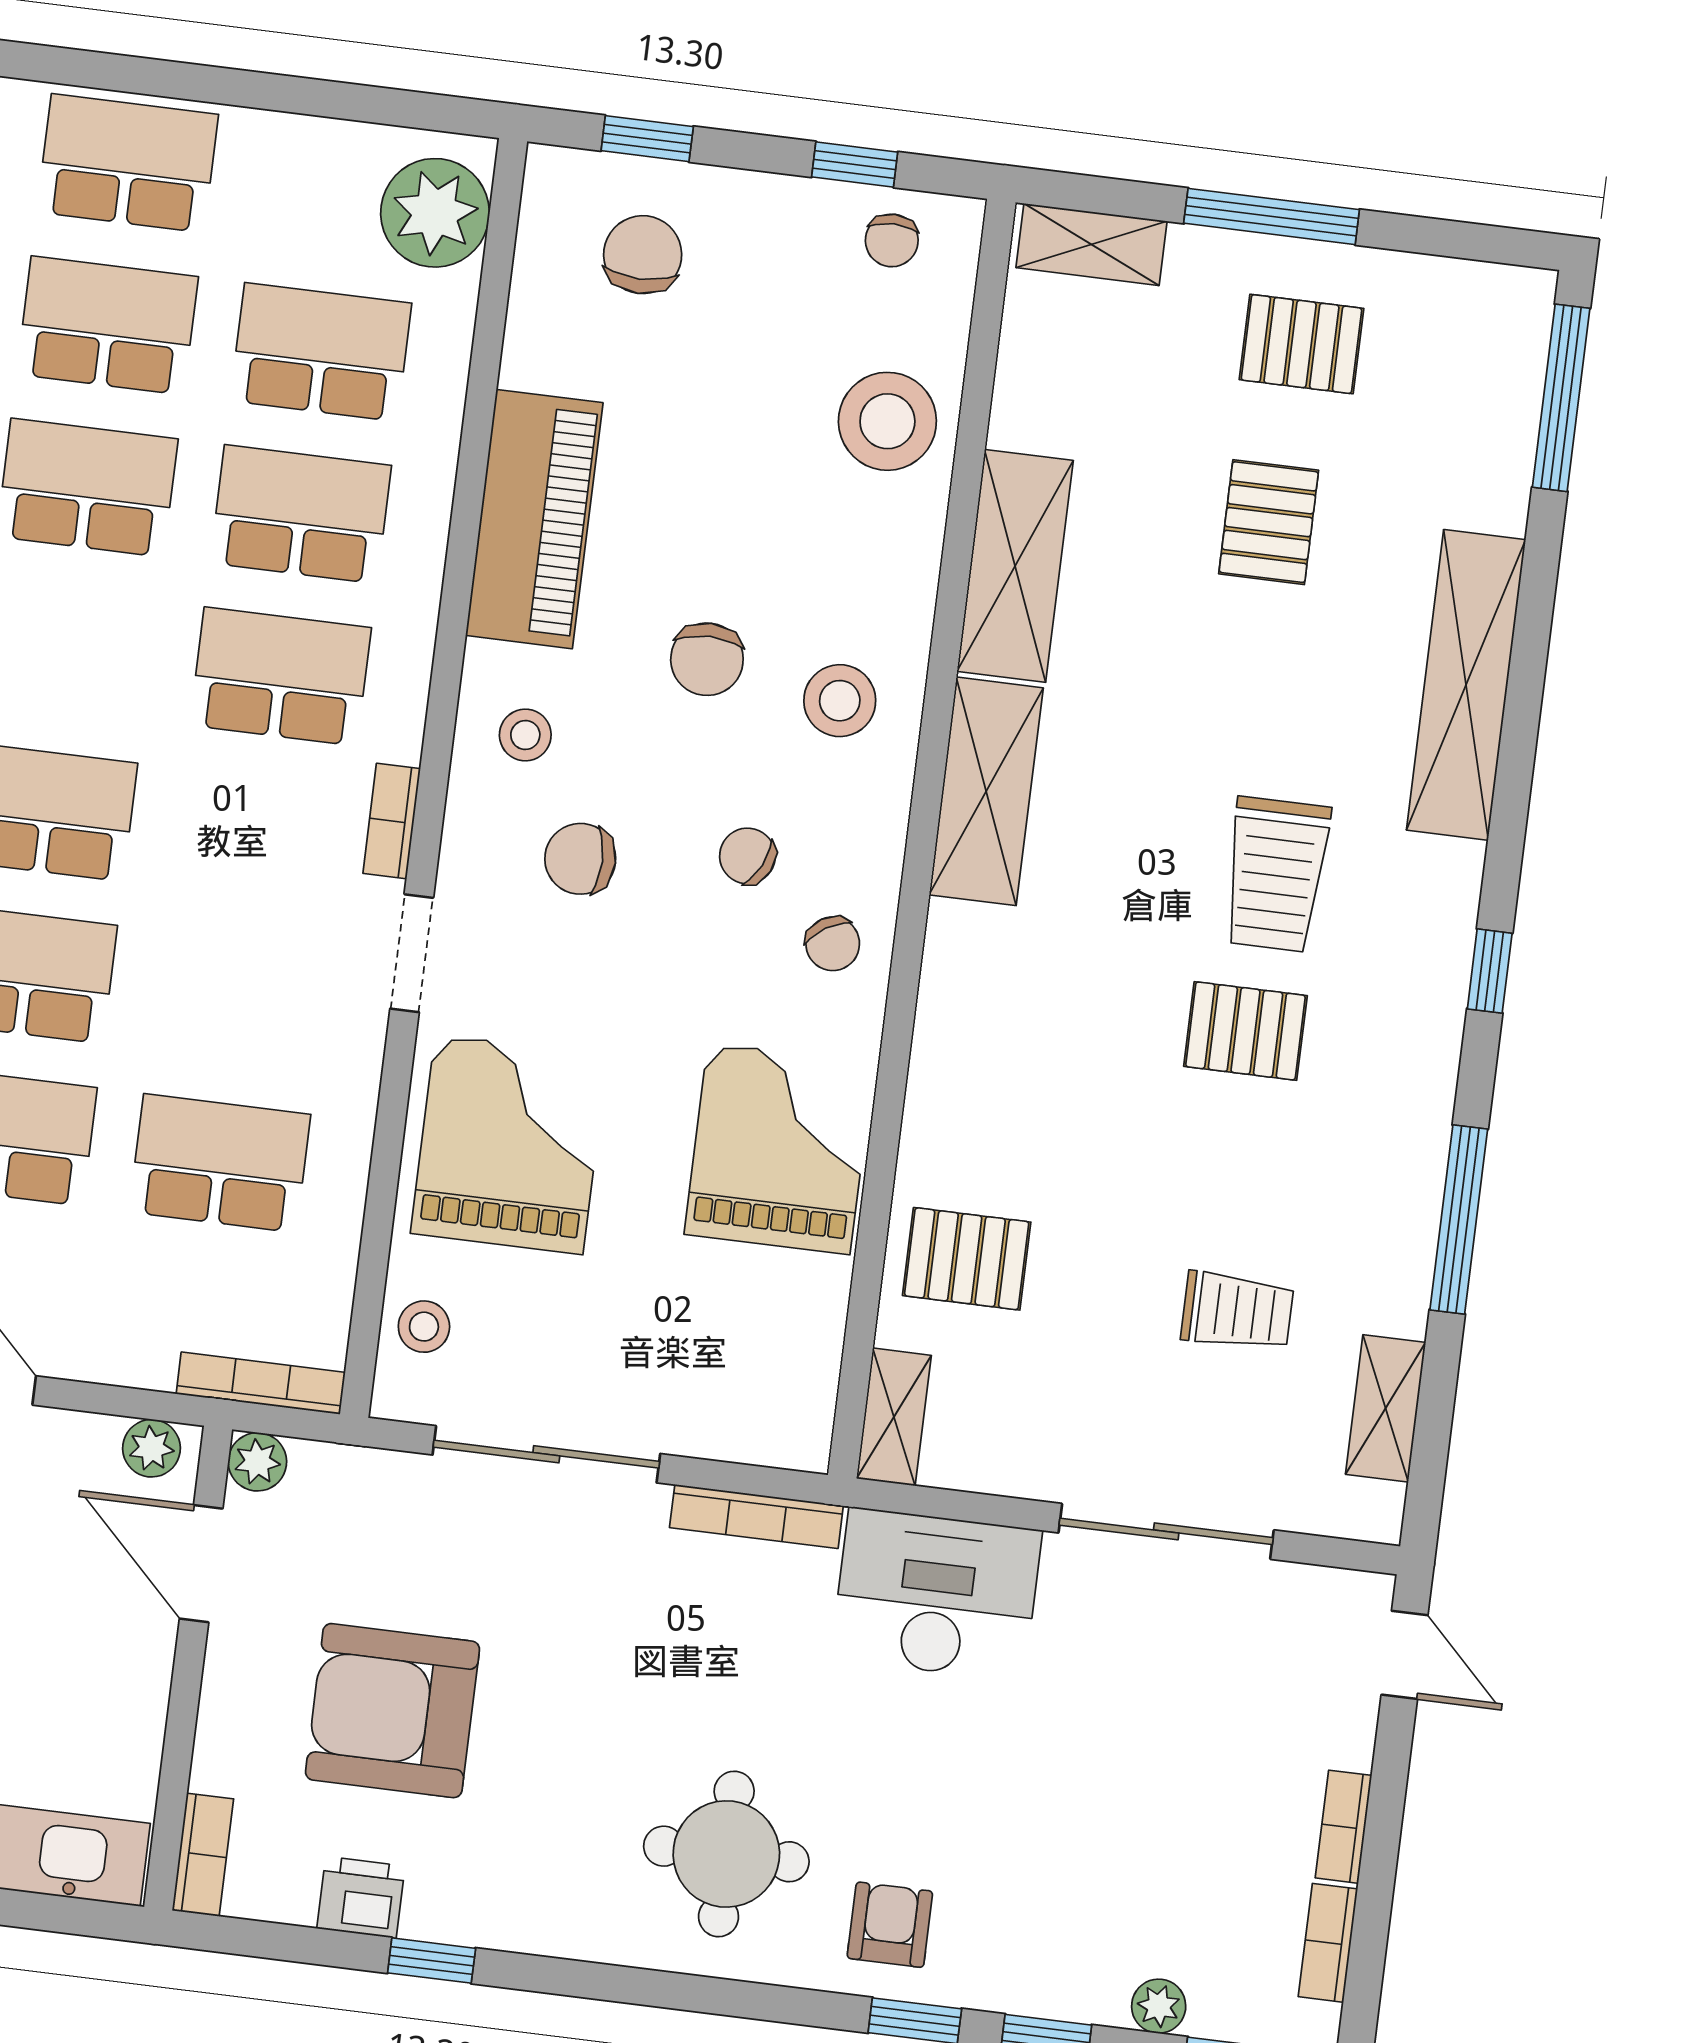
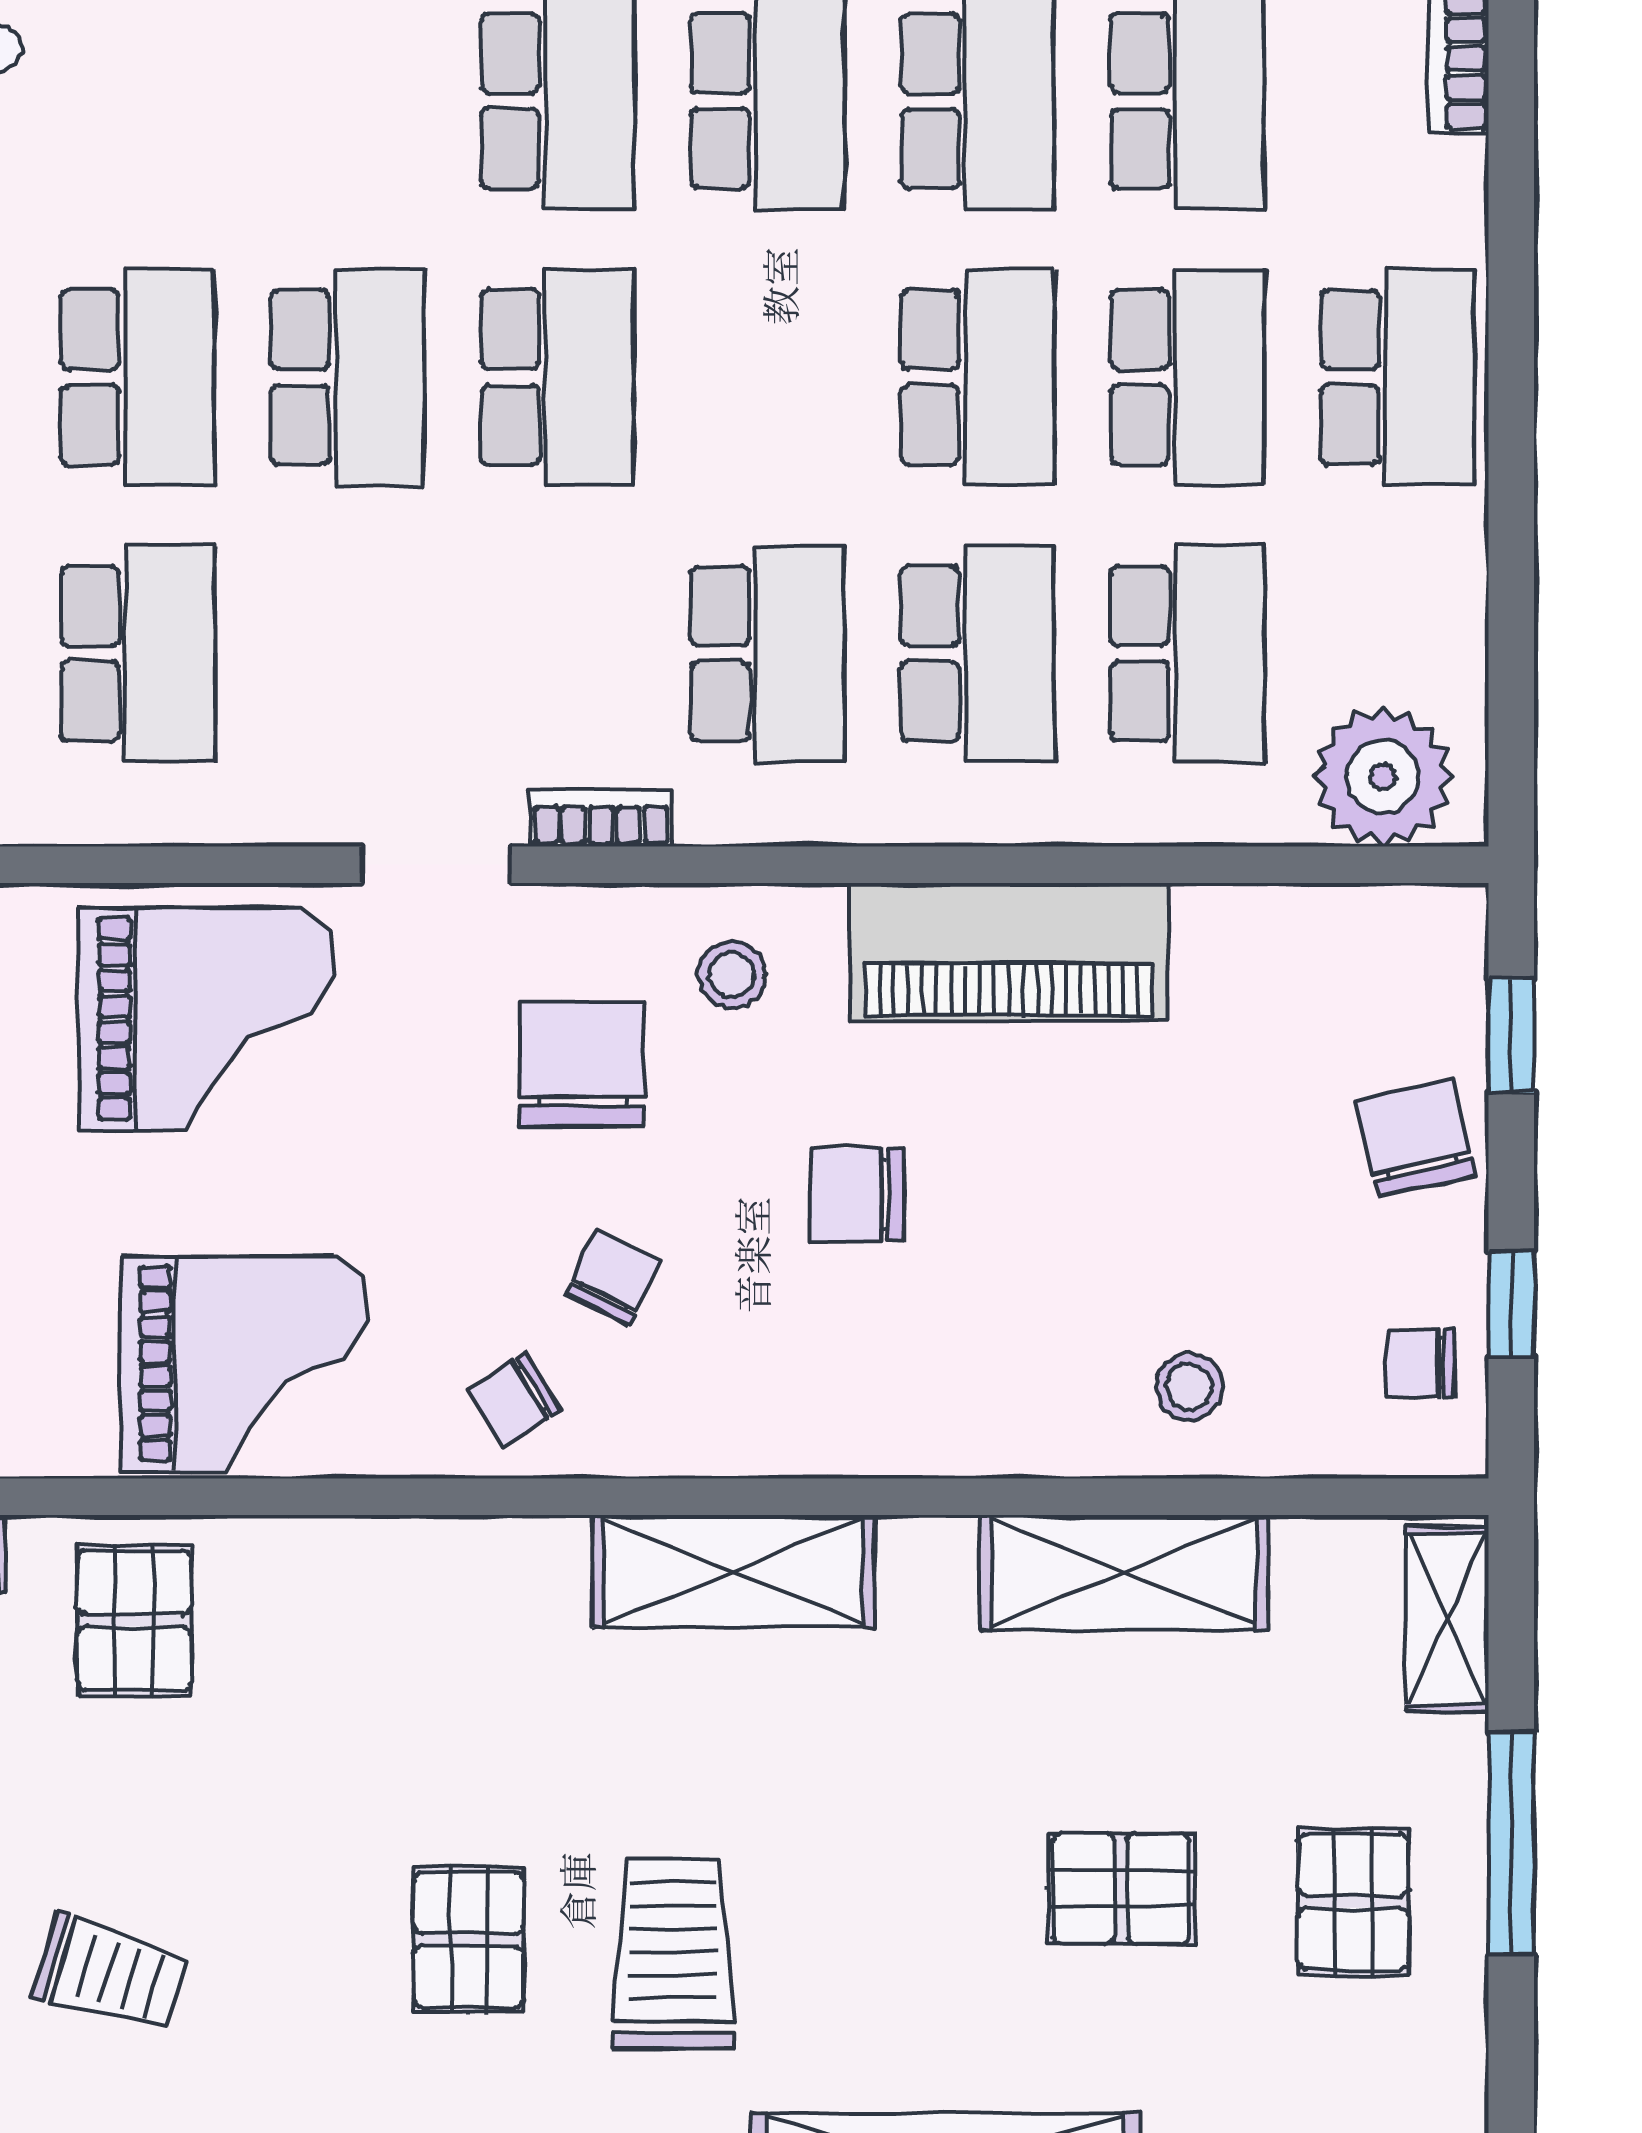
chair: (643, 255) -> (1415, 1138), moved, turned -103
stool: (887, 421) -> (1189, 1387), width x0.53, depth x0.53
shelving: (1015, 566) -> (1124, 1572), moved
stool: (840, 701) -> (825, 1370), removed
chair: (580, 859) -> (583, 1065), width x1.37, depth x1.37
trolley: (1276, 874) -> (673, 1954), turned 90
trolley: (1237, 1311) -> (110, 1974), turned -73

